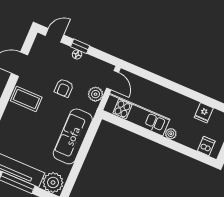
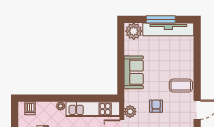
sofa: (73, 136) -> (134, 72), width x0.73

